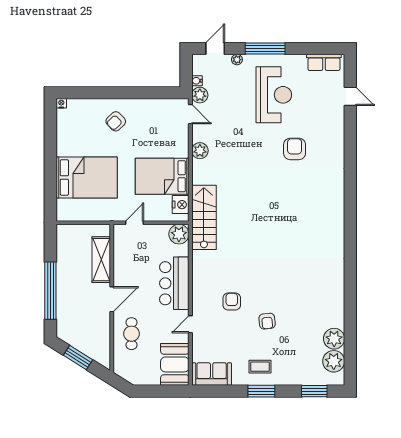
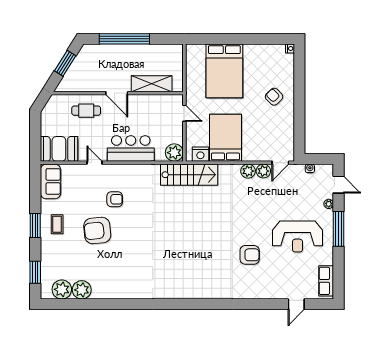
plant: (200, 95) -> (263, 171), moved
armchair: (267, 321) -> (97, 231), width x1.88, depth x1.88

